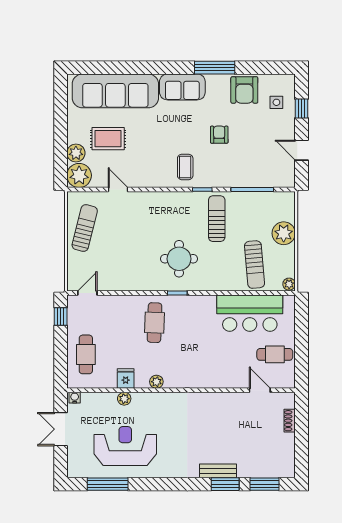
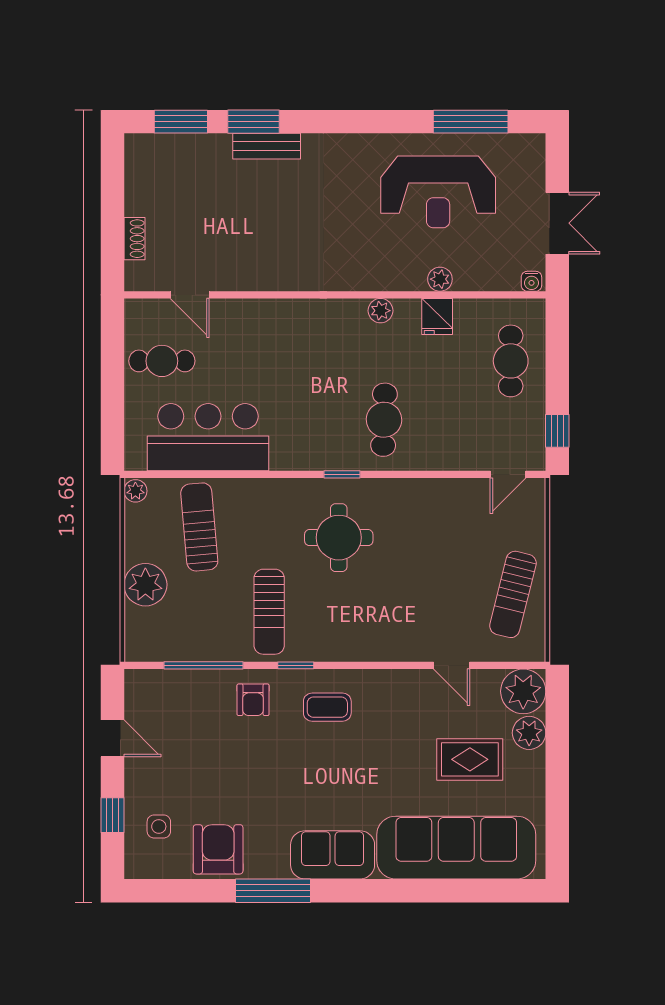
armchair: (219, 135) -> (253, 700), moved
coffee table: (185, 167) -> (327, 707), turned 90

